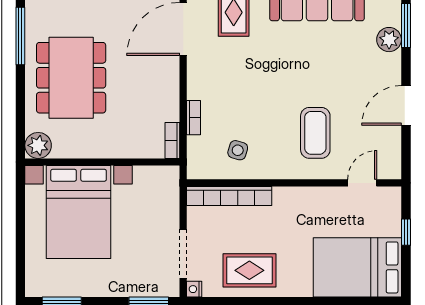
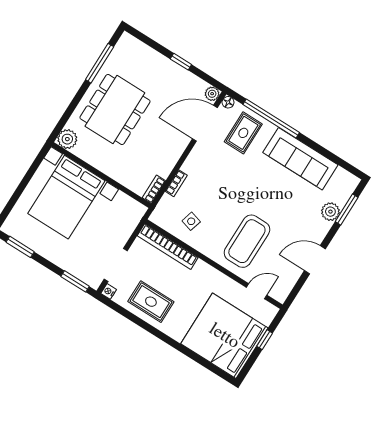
coffee table: (315, 133) -> (247, 241), width x1.36, depth x1.32
bed: (357, 267) -> (224, 336), width x1.36

